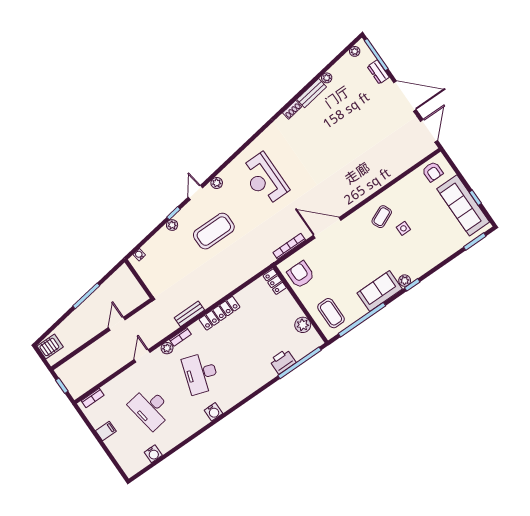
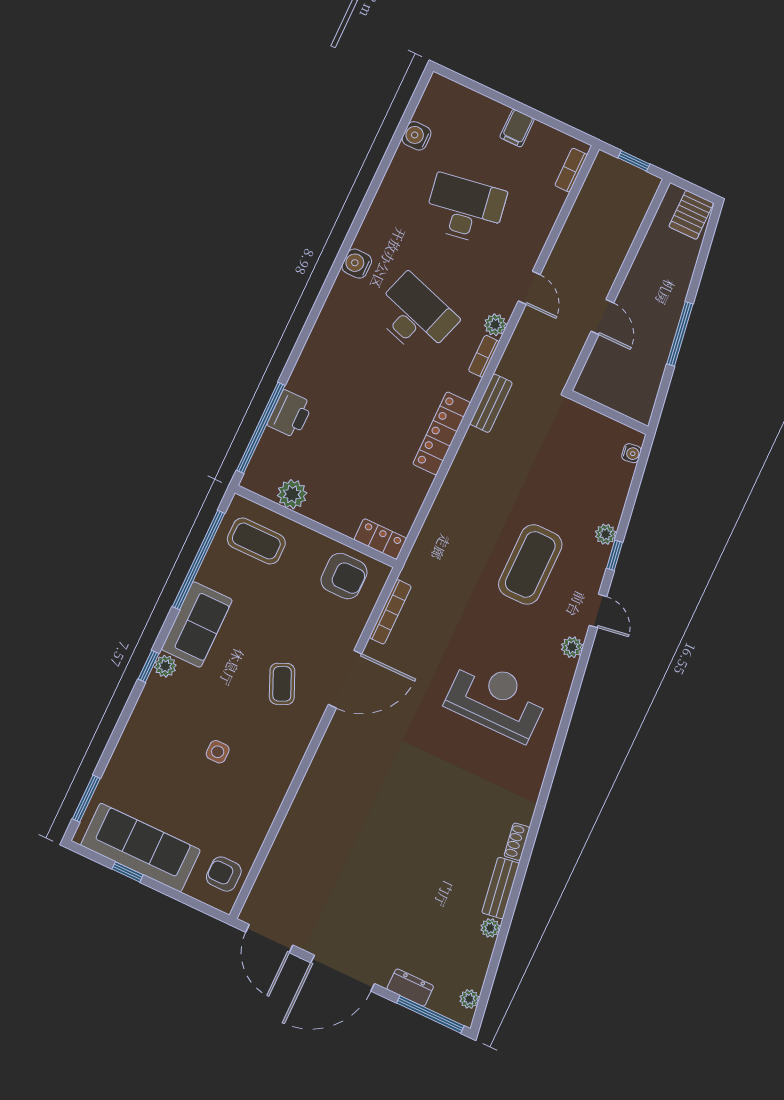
coffee table: (382, 217) -> (282, 684), moved

